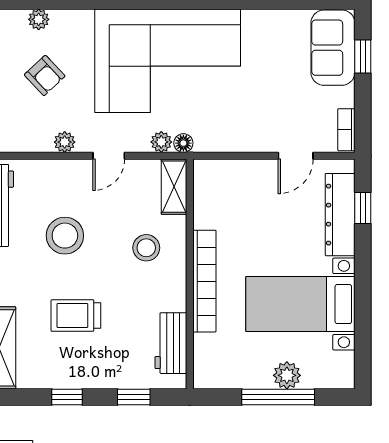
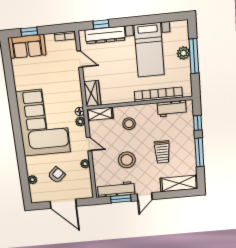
wardrobe: (220, 175) -> (92, 93), added
bookcase: (204, 281) -> (158, 94), moved
window: (67, 397) -> (199, 152), width x2.17

